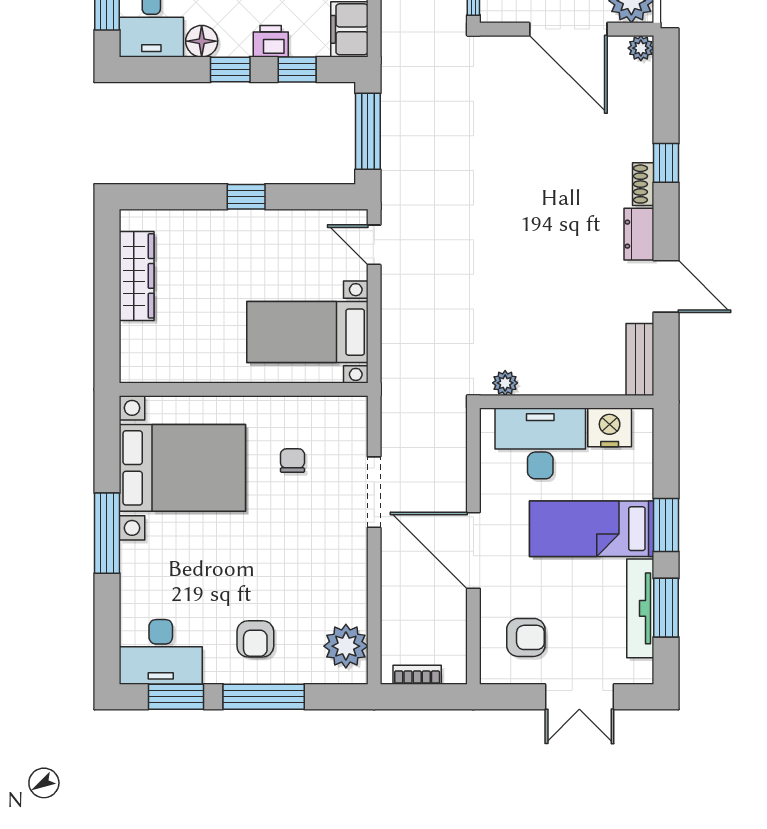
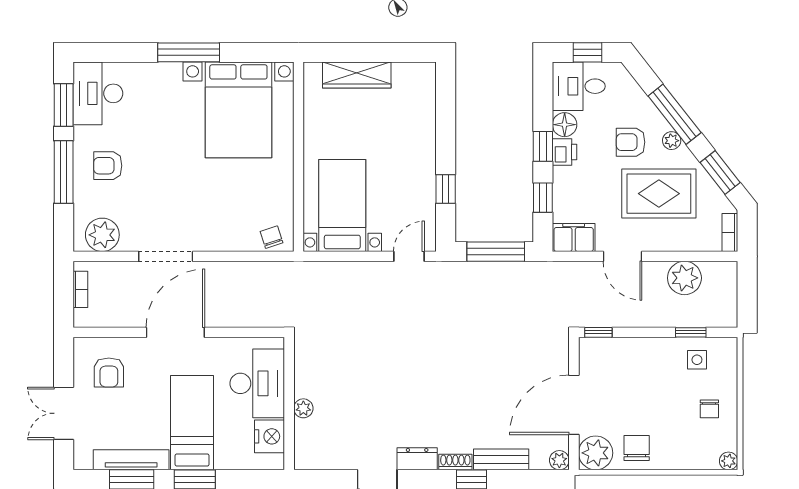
printer: (271, 41) -> (564, 152), moved
window: (246, 197) -> (446, 189), moved
wardrobe: (137, 276) -> (357, 75), moved
bench: (640, 360) -> (501, 459), moved
plant: (505, 383) -> (303, 408), moved
chair: (292, 461) -> (272, 237), moved, turned -108
doorway: (374, 492) -> (166, 256), moved

